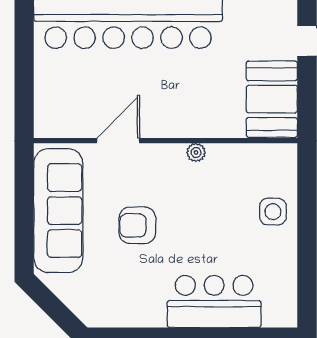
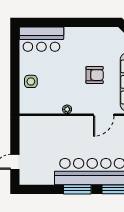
booth: (272, 99) -> (31, 134), removed
bar counter: (214, 302) -> (41, 39), moved

